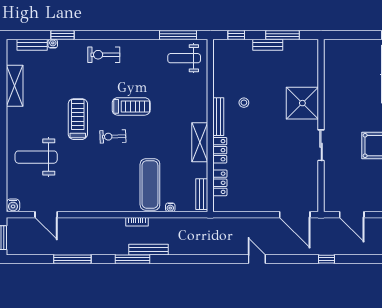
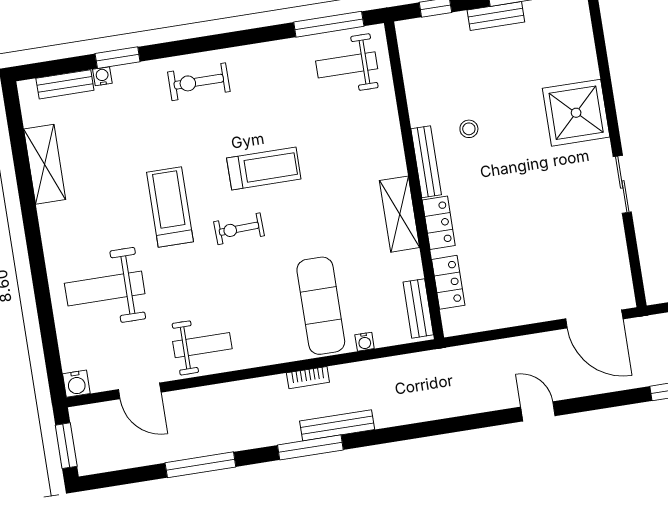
weight bench: (83, 196) -> (202, 345), added

